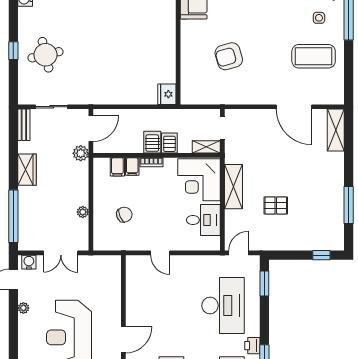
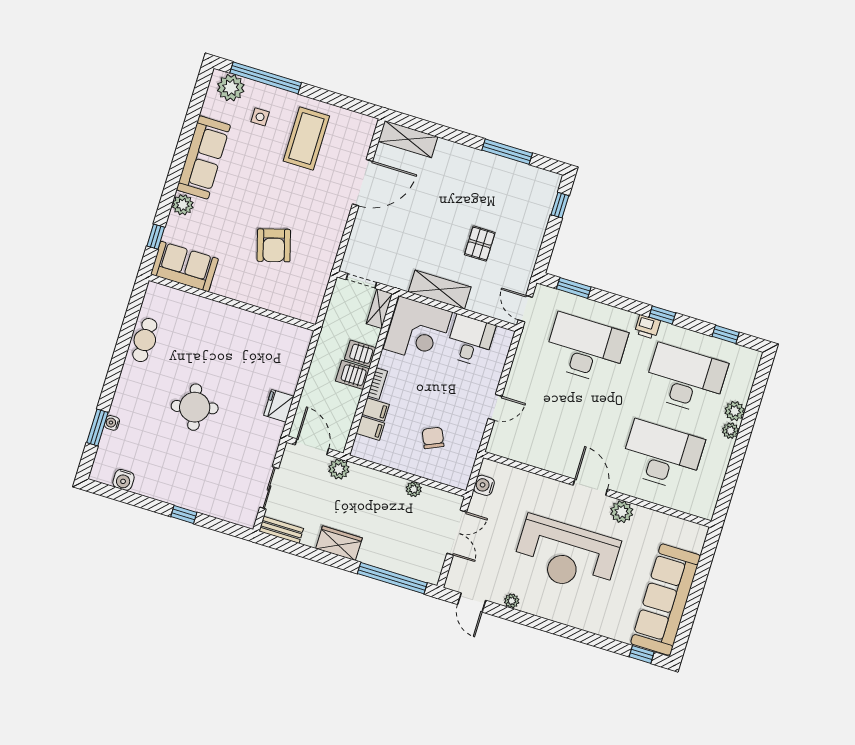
round table: (45, 55) -> (195, 407), moved
fridge: (167, 94) -> (279, 406), moved, turned 90
water cooler: (29, 262) -> (484, 485), moved

